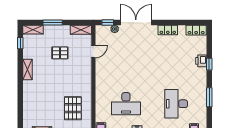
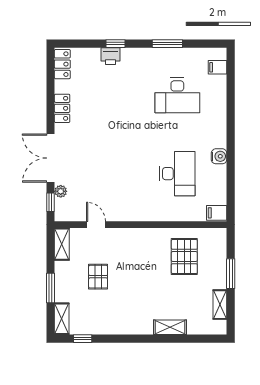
shelving: (28, 69) -> (170, 327), moved
pallet: (73, 108) -> (184, 257), turned 90

